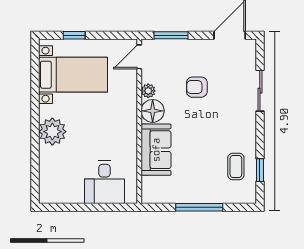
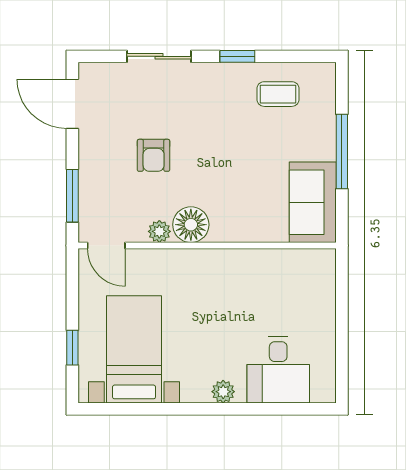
plant: (52, 132) -> (223, 392), width x0.53, depth x0.53
sofa: (156, 150) -> (313, 202), moved, turned -90
window: (260, 170) -> (237, 56), moved
desk: (104, 182) -> (278, 370), moved, turned 90

